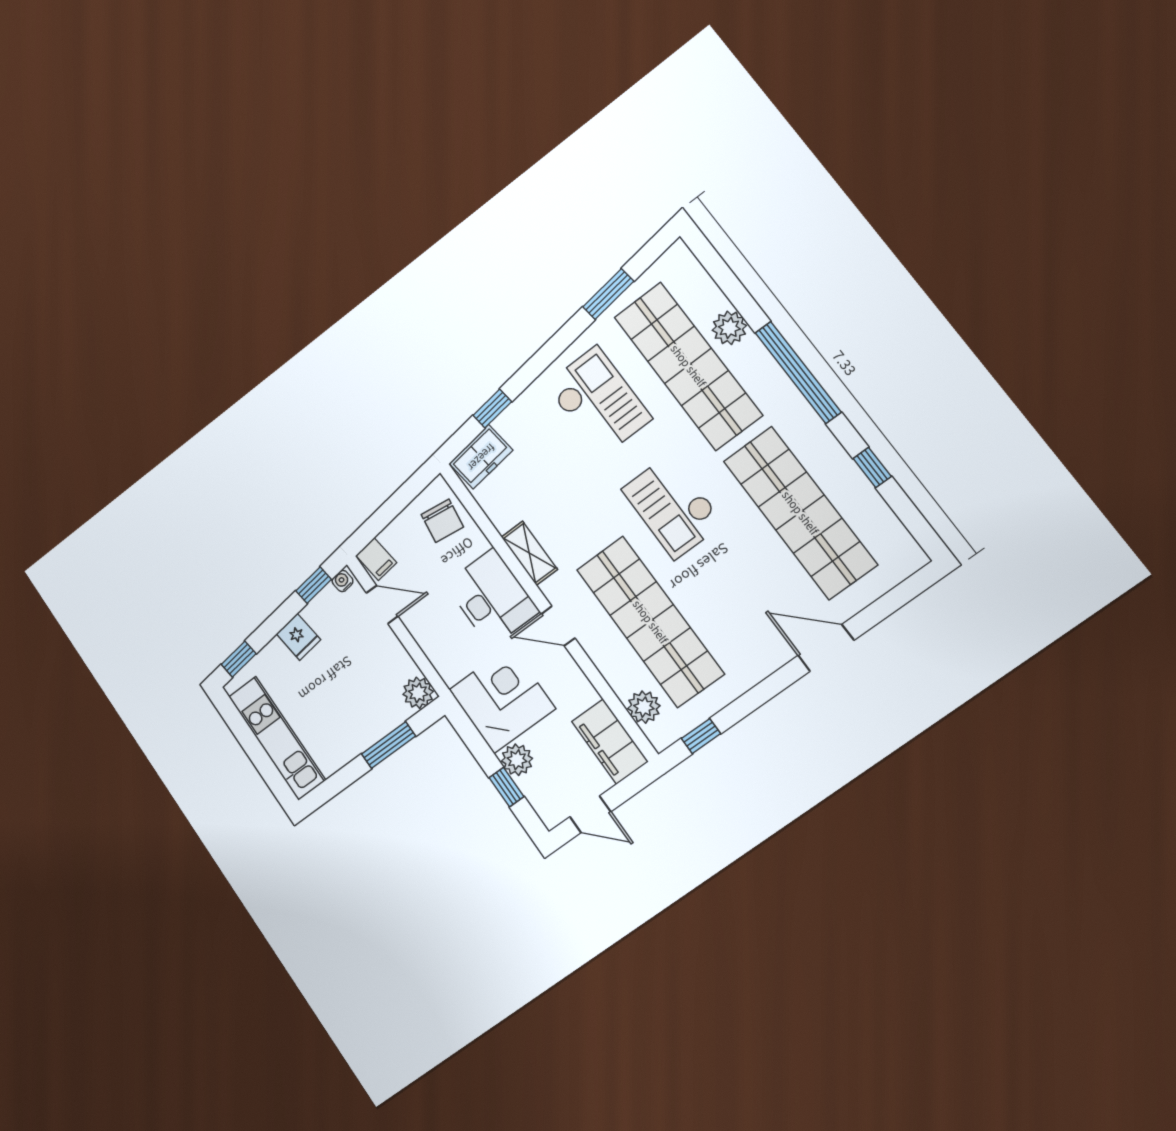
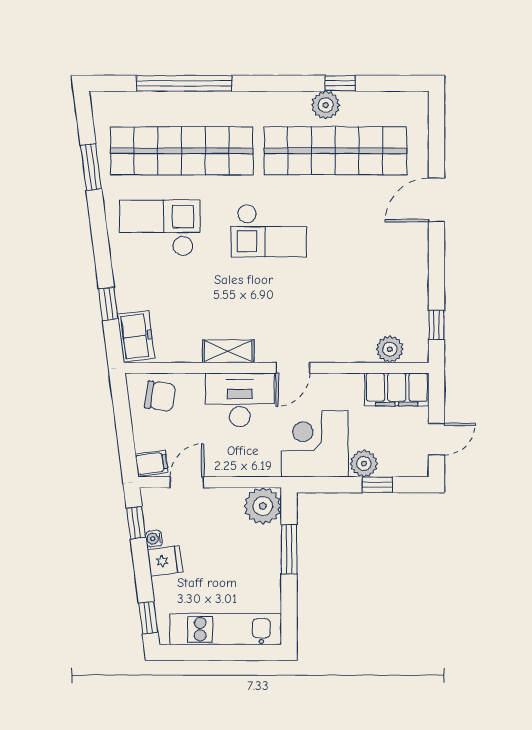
plant: (729, 328) -> (326, 105), moved
window: (798, 372) -> (184, 83), moved
water cooler: (342, 581) -> (154, 539), moved
shop shelf: (650, 622) -> (335, 303), removed
plant: (418, 693) -> (263, 506), width x1.36, depth x1.36

